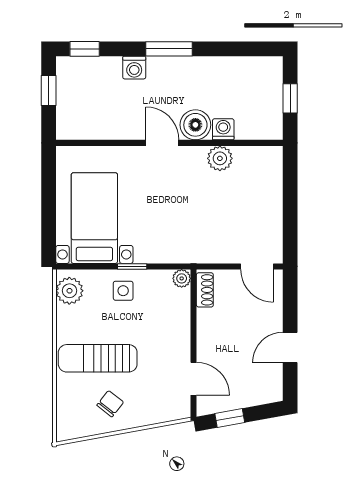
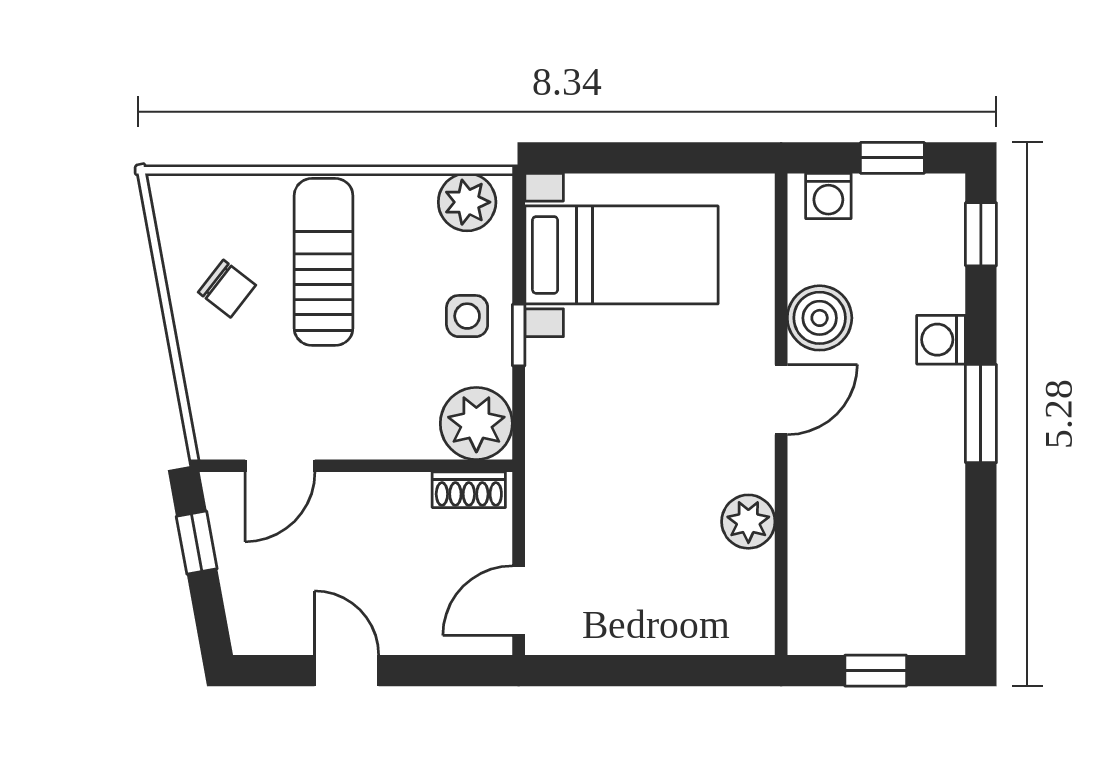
boiler: (195, 125) -> (820, 318), moved
washing machine: (223, 129) -> (828, 196), moved, turned 90
plant: (182, 278) -> (476, 423), width x1.88, depth x1.88

